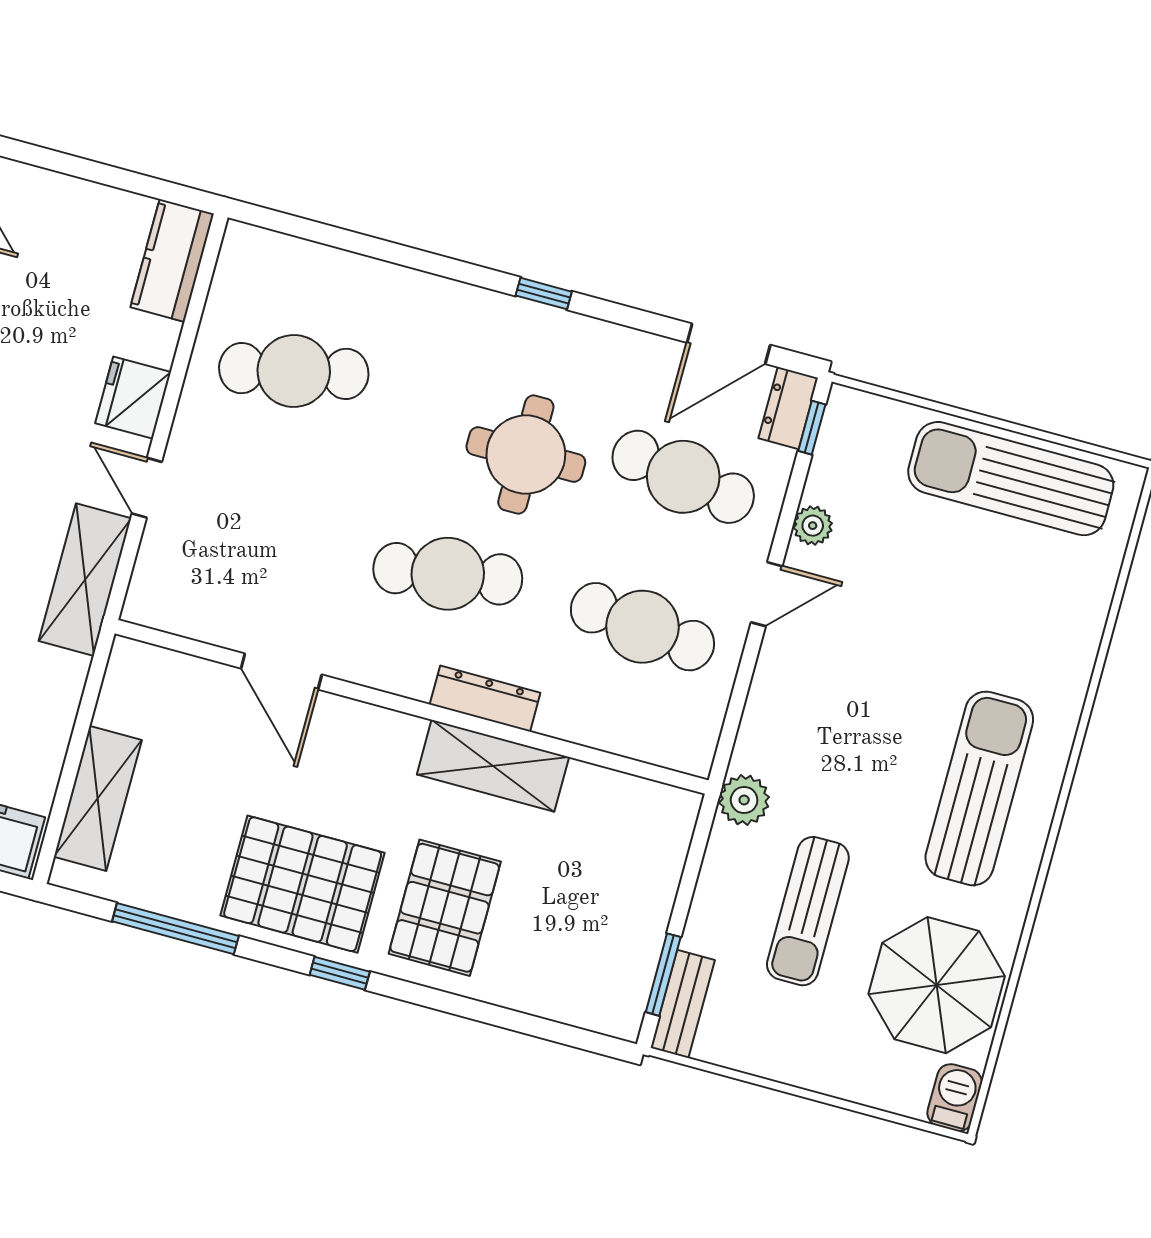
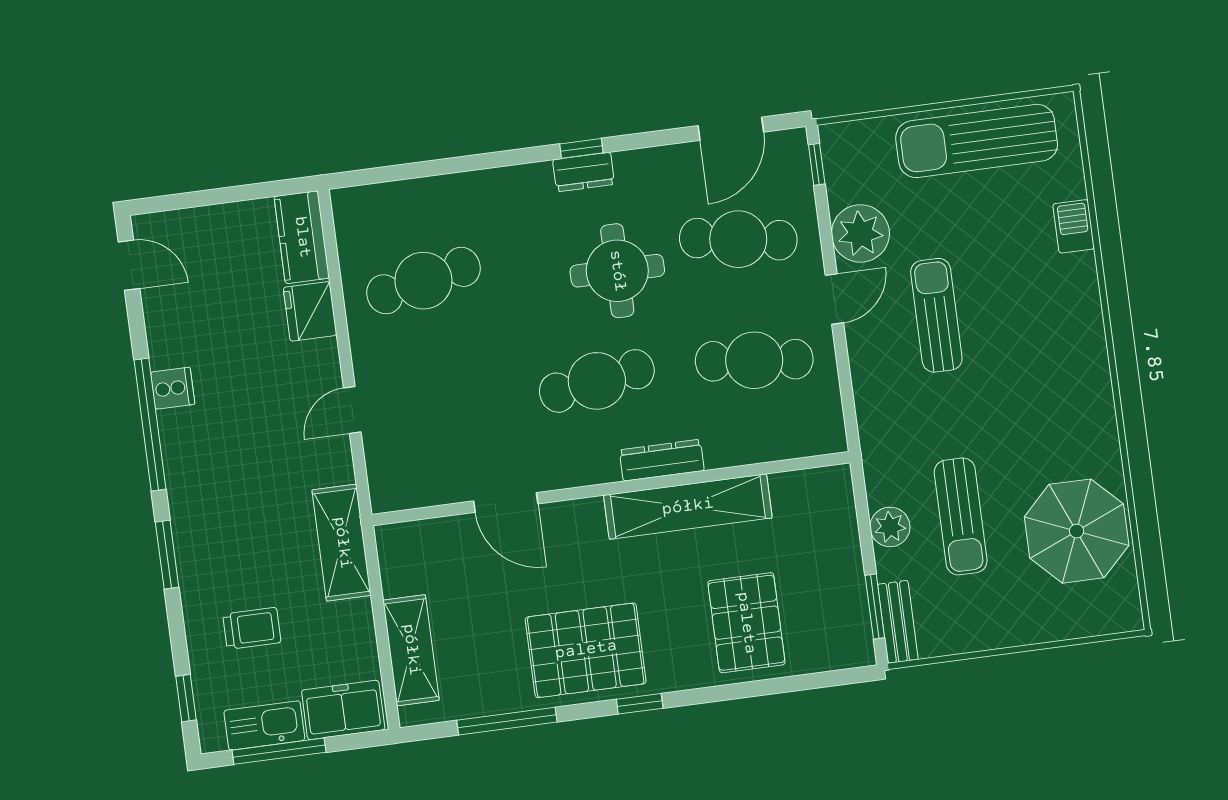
fridge: (133, 398) -> (310, 311), moved
dresser: (788, 408) -> (584, 172), moved, turned -90
door: (147, 488) -> (352, 410), hinge flipped
plant: (813, 526) -> (860, 233), width x1.88, depth x1.88
shelving: (85, 580) -> (342, 543), moved
shelving: (493, 766) -> (688, 507), width x1.47
sun lounger: (979, 788) -> (936, 315), moved, width x0.73, depth x0.75
plant: (744, 800) -> (890, 527), moved
pallet: (445, 908) -> (746, 623), moved
barbecue: (955, 1098) -> (1074, 226), moved

